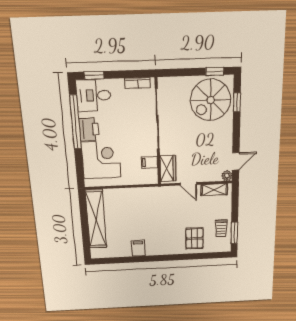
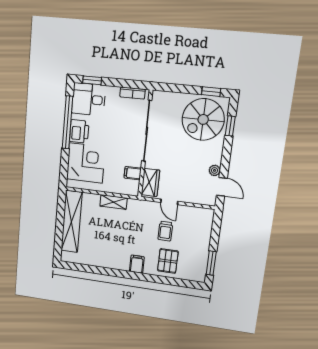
door: (236, 161) -> (222, 187), hinge flipped
plant: (227, 176) -> (215, 170), moved
shelving: (214, 190) -> (113, 202), moved
trolley: (221, 228) -> (165, 231), moved
filing cabinet: (138, 248) -> (137, 264), moved

